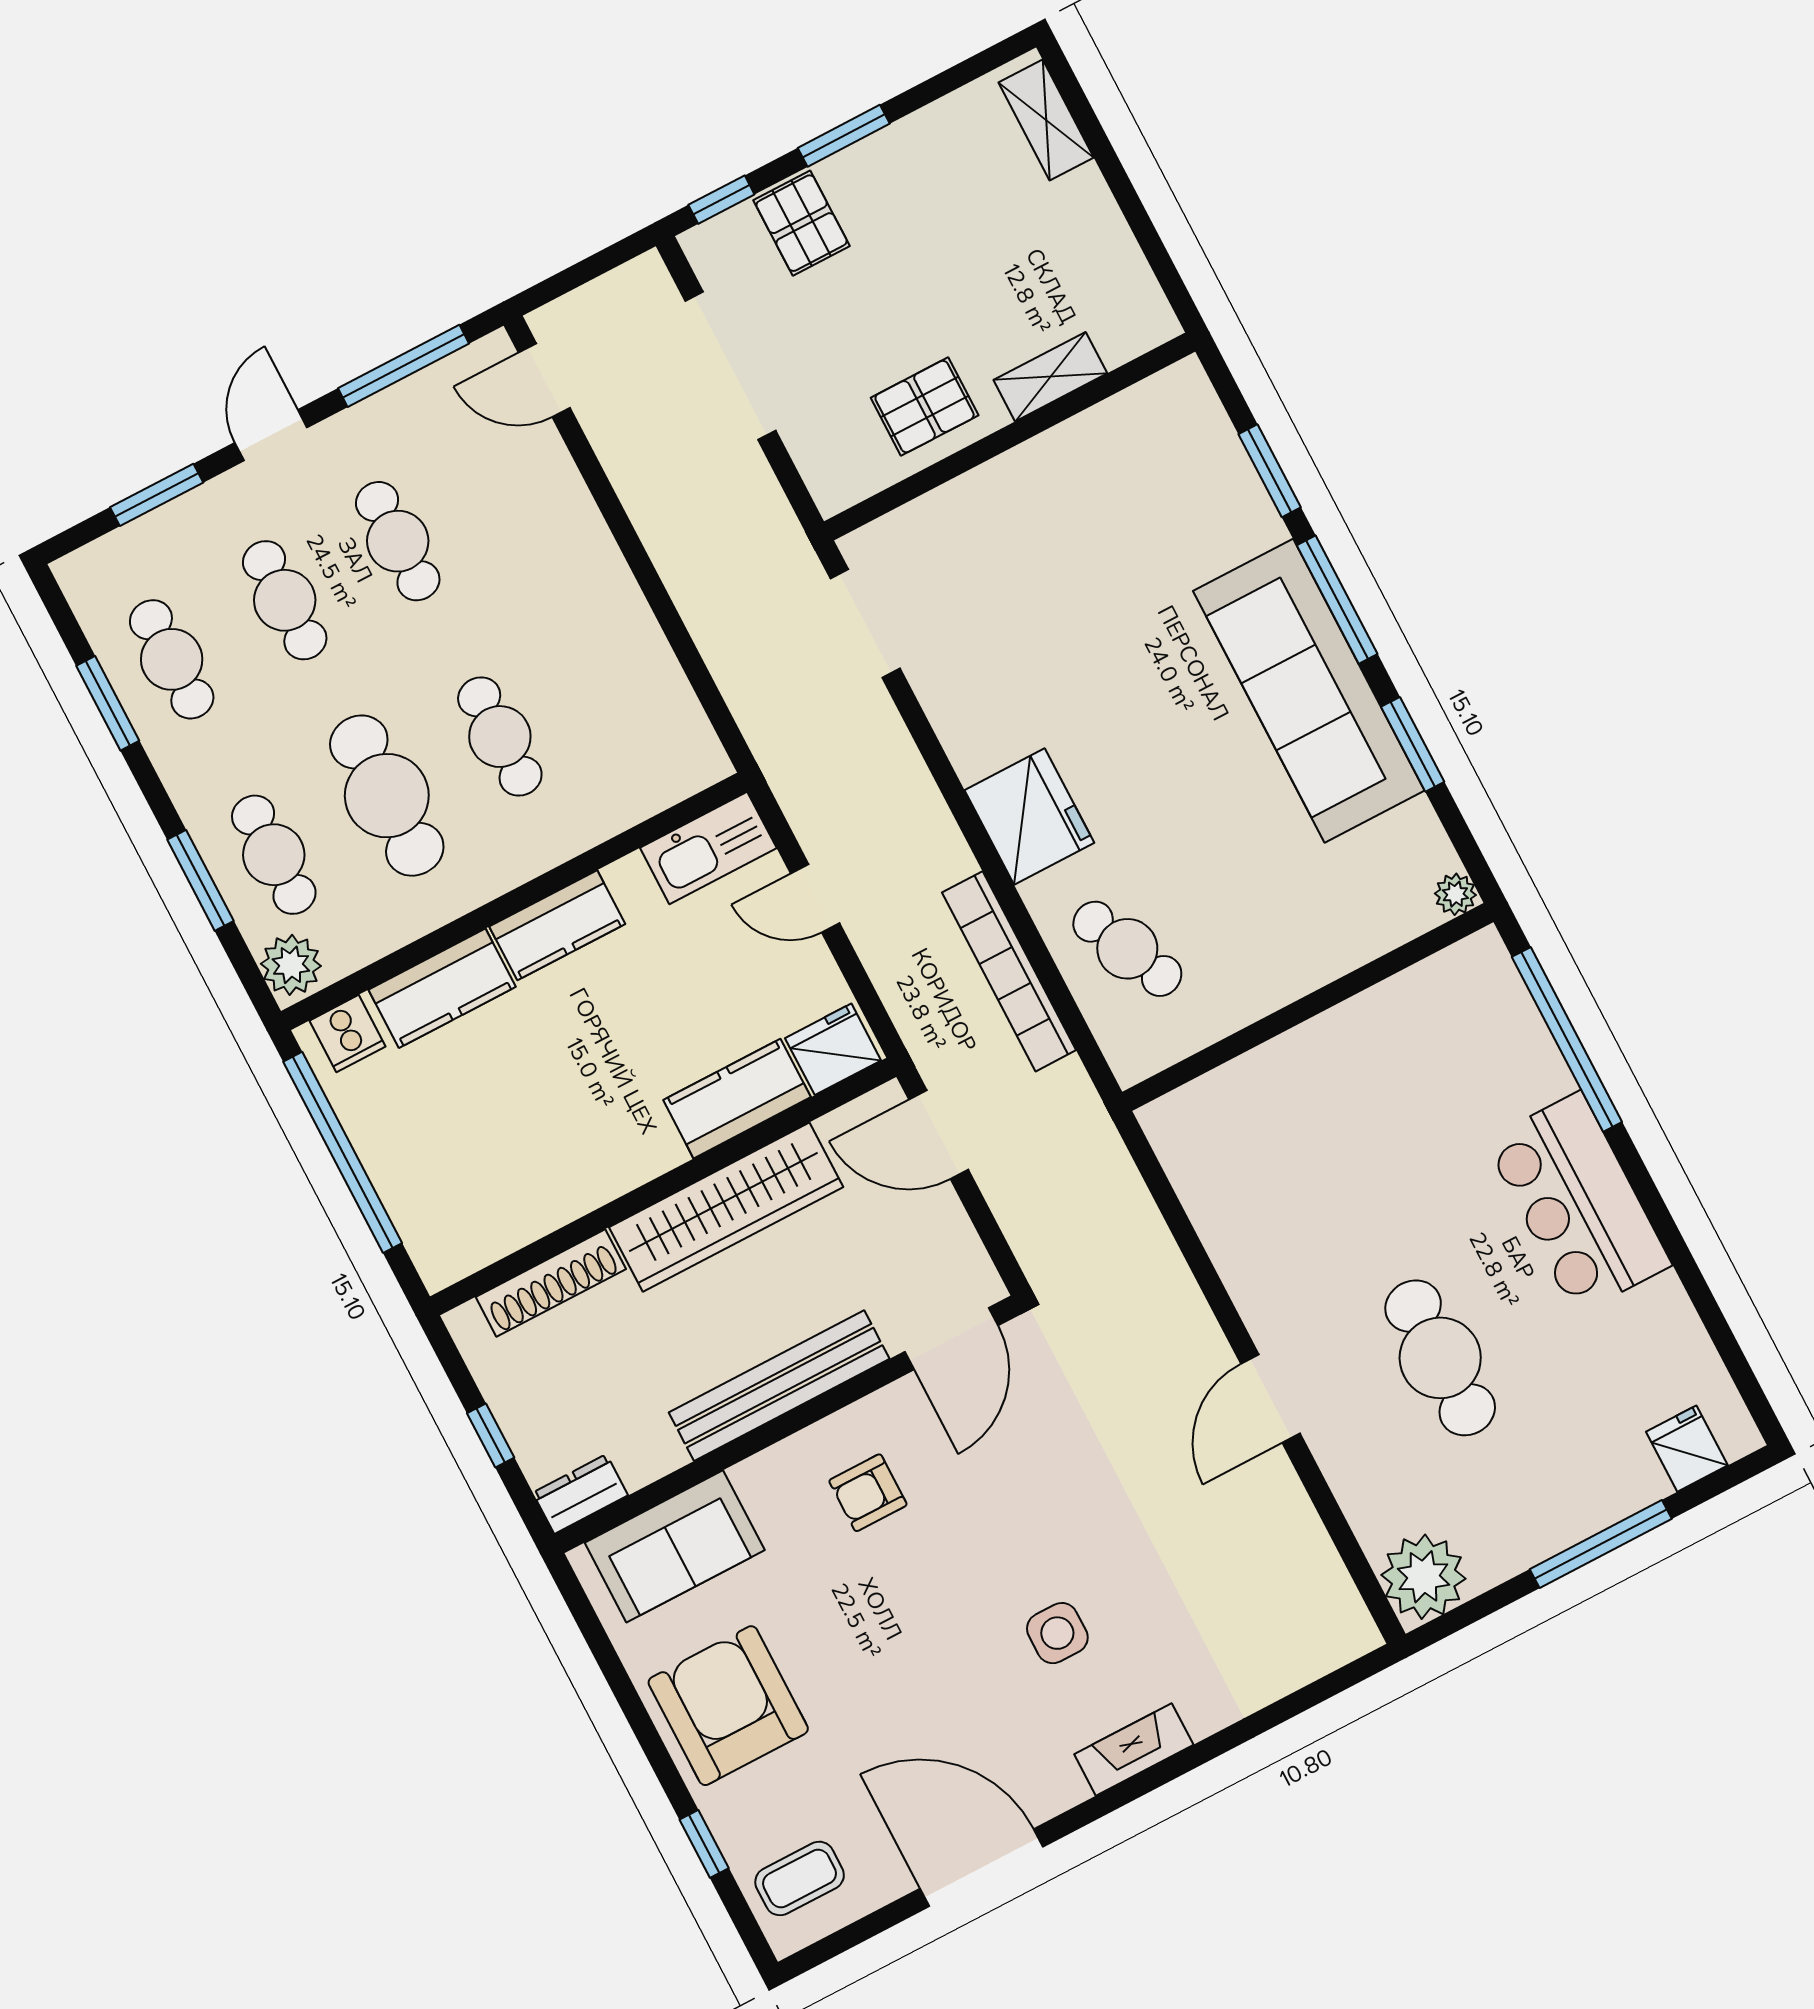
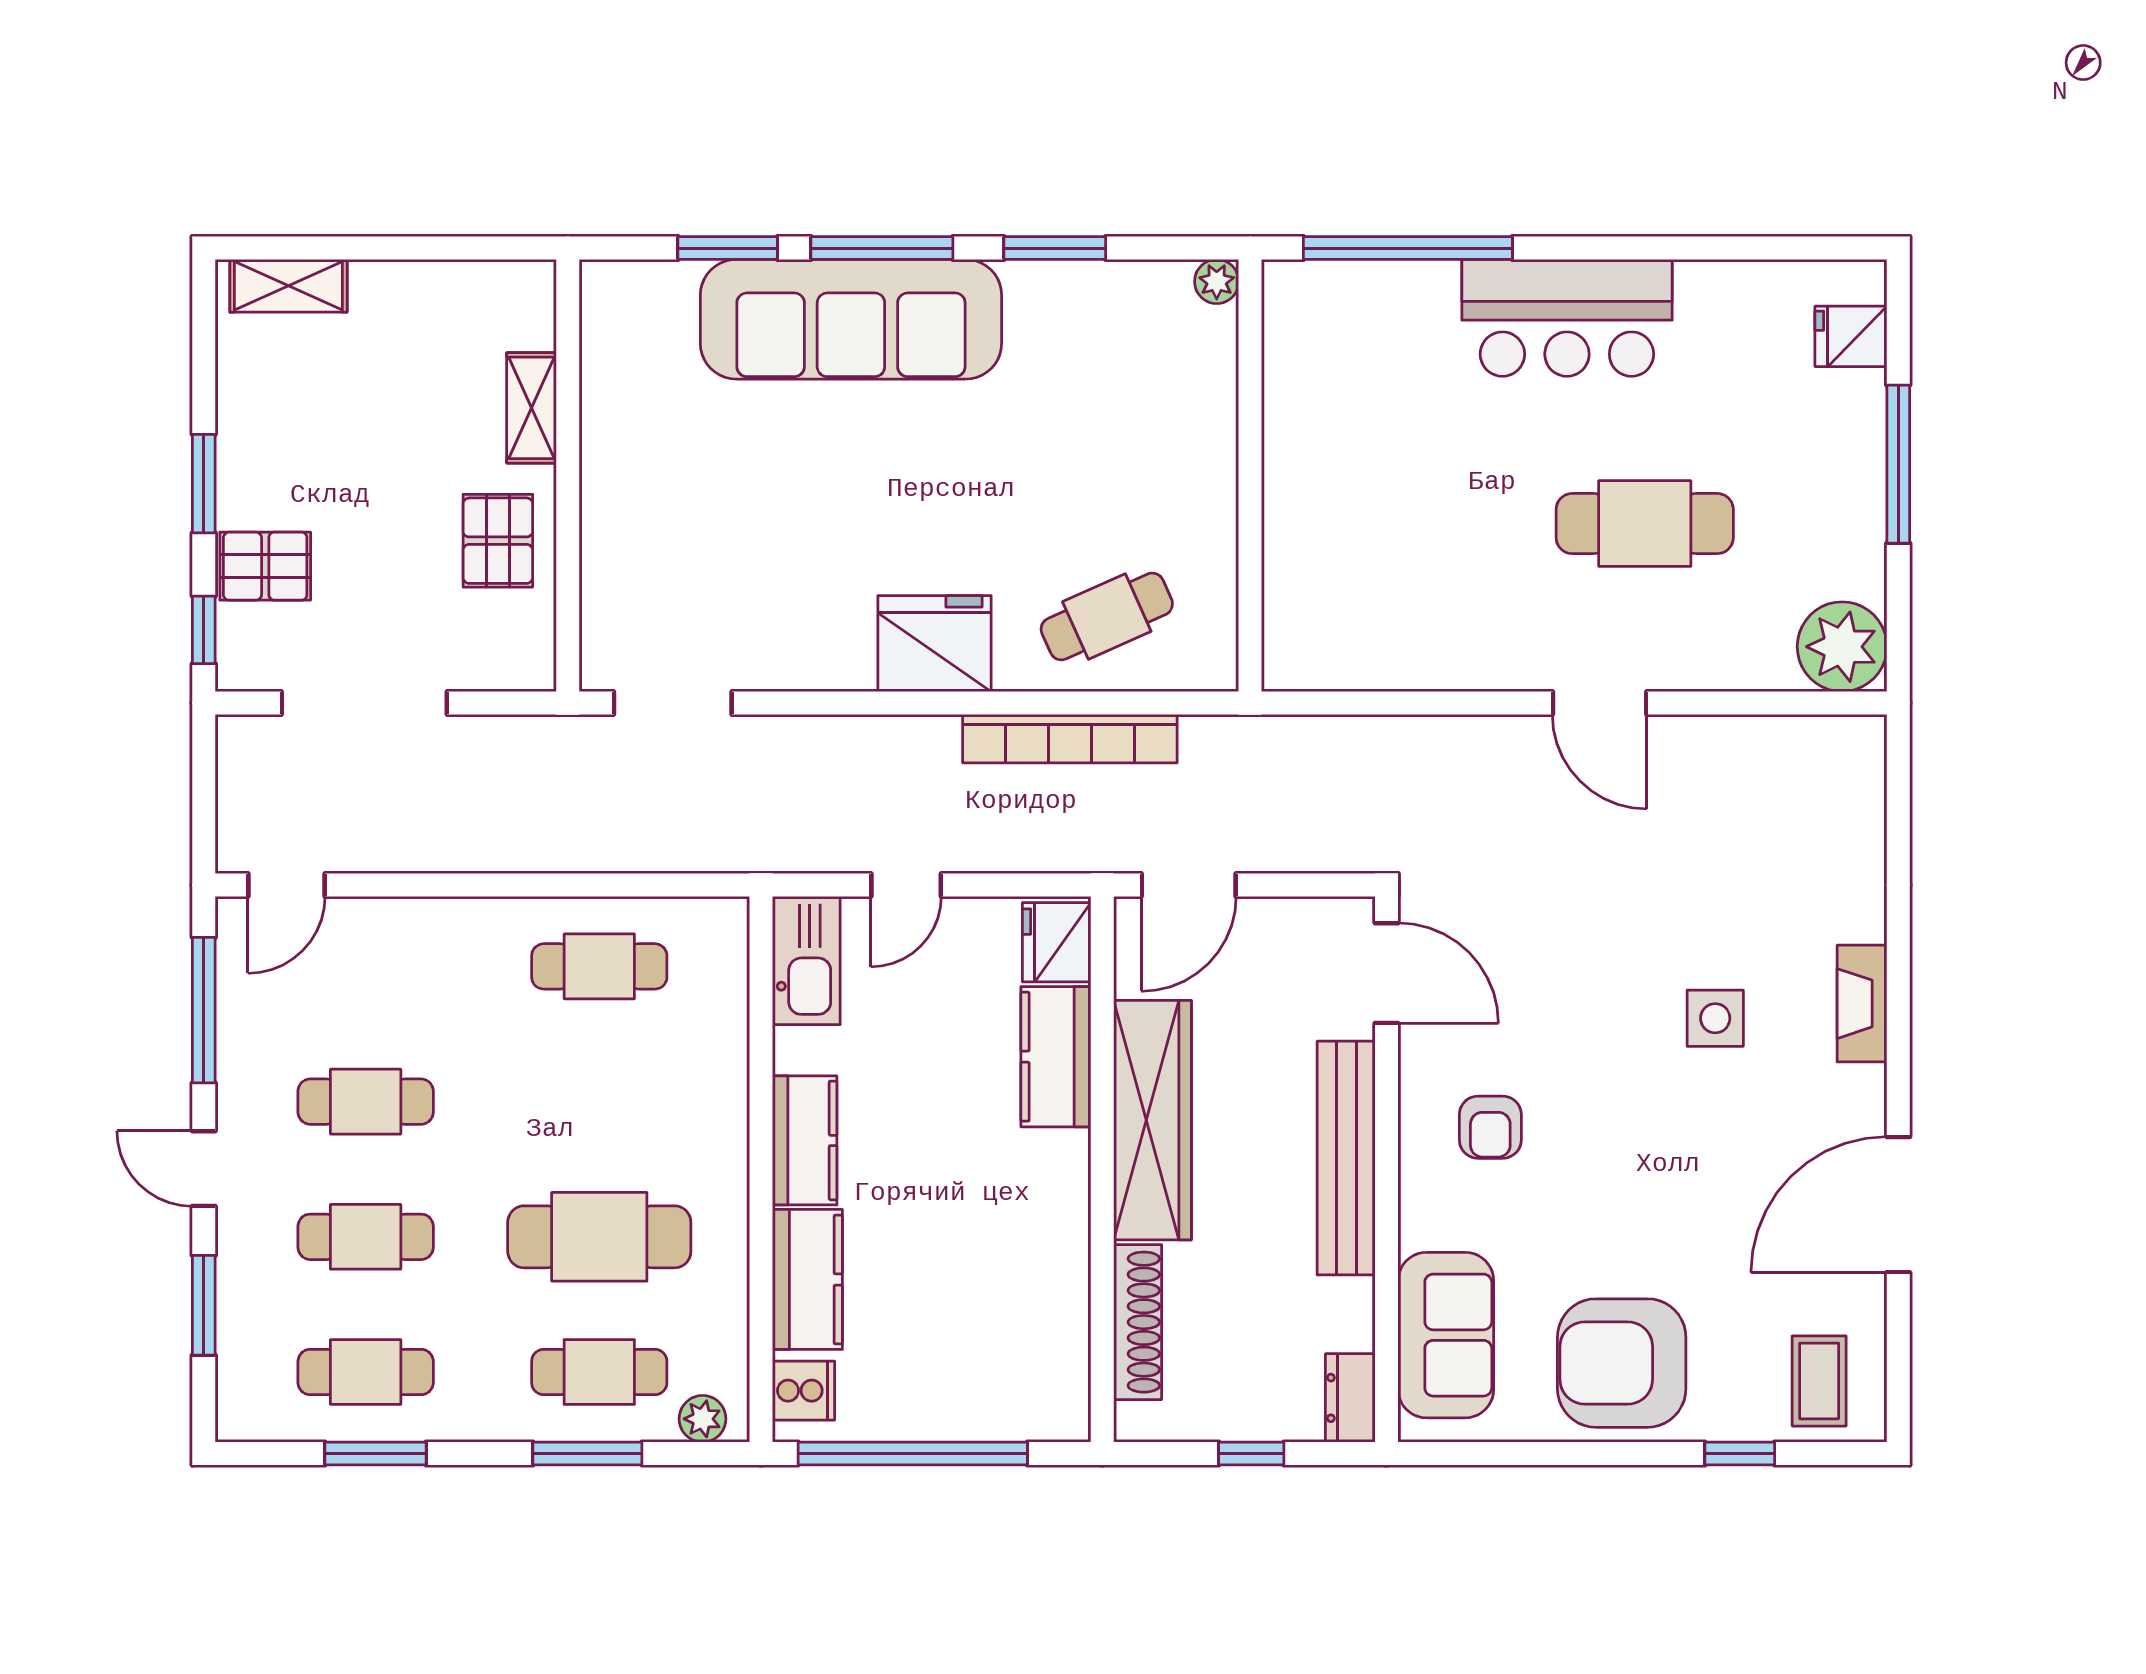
sofa: (1309, 691) -> (851, 319), moved
cafe table: (500, 737) -> (599, 966), moved
plant: (291, 965) -> (703, 1419), width x0.73, depth x0.73

